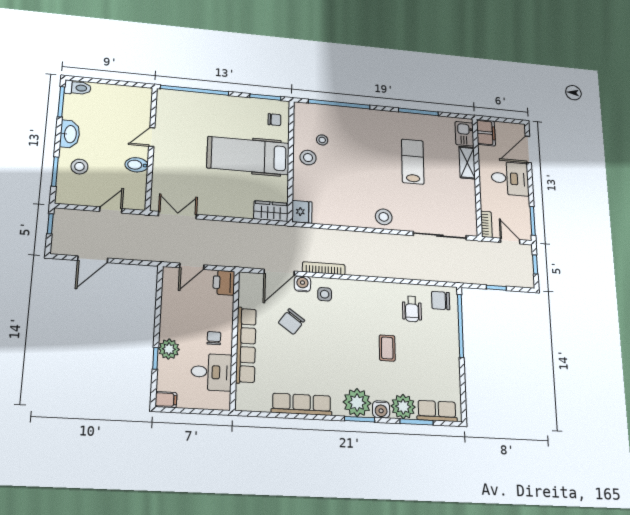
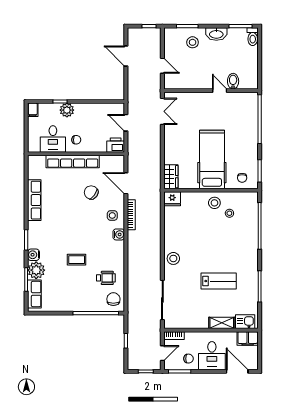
bidet: (137, 165) -> (233, 81), moved
chair: (515, 208) -> (188, 359), added
water cooler: (302, 284) -> (119, 234), moved
wheelchair: (412, 309) -> (106, 278), turned 180
plant: (357, 403) -> (37, 238), removed

